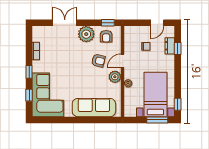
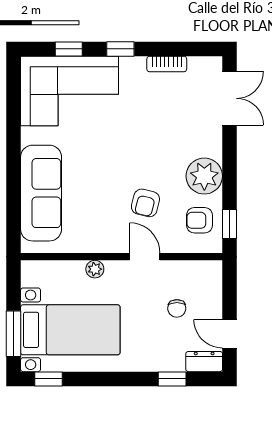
double door: (65, 23) -> (230, 98), moved
dresser: (170, 46) -> (204, 362), moved
plant: (115, 77) -> (109, 240), removed

